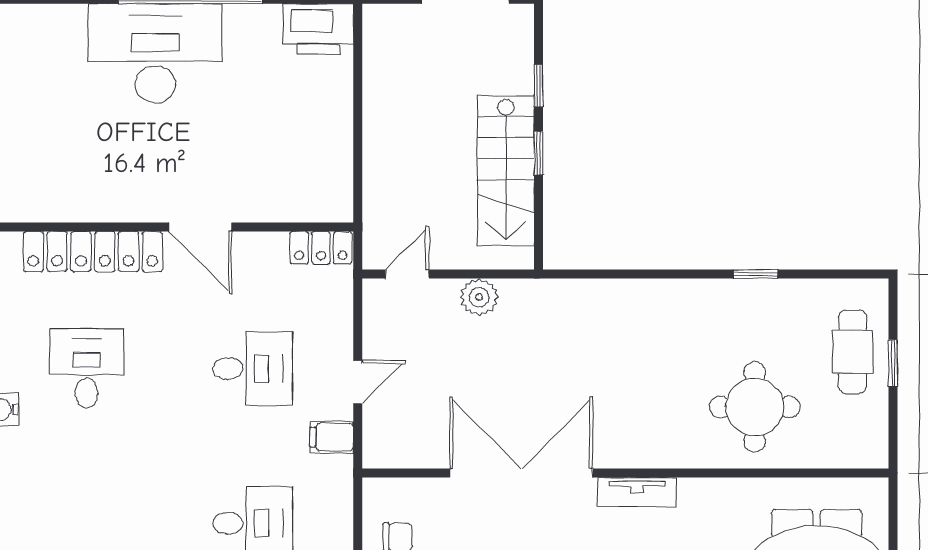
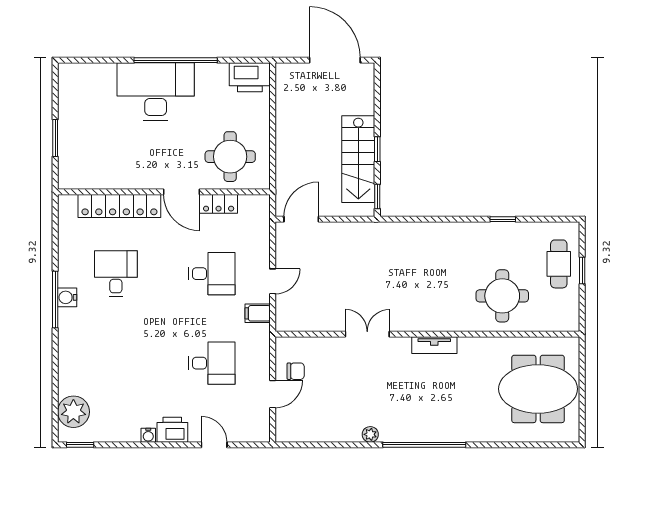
window: (539, 86) -> (377, 196), moved
round table: (284, 166) -> (230, 157), added
locker: (321, 248) -> (219, 204), moved
door: (407, 274) -> (301, 219), width x1.38
plant: (479, 297) -> (343, 232), removed
double door: (521, 473) -> (367, 334), width x0.54

